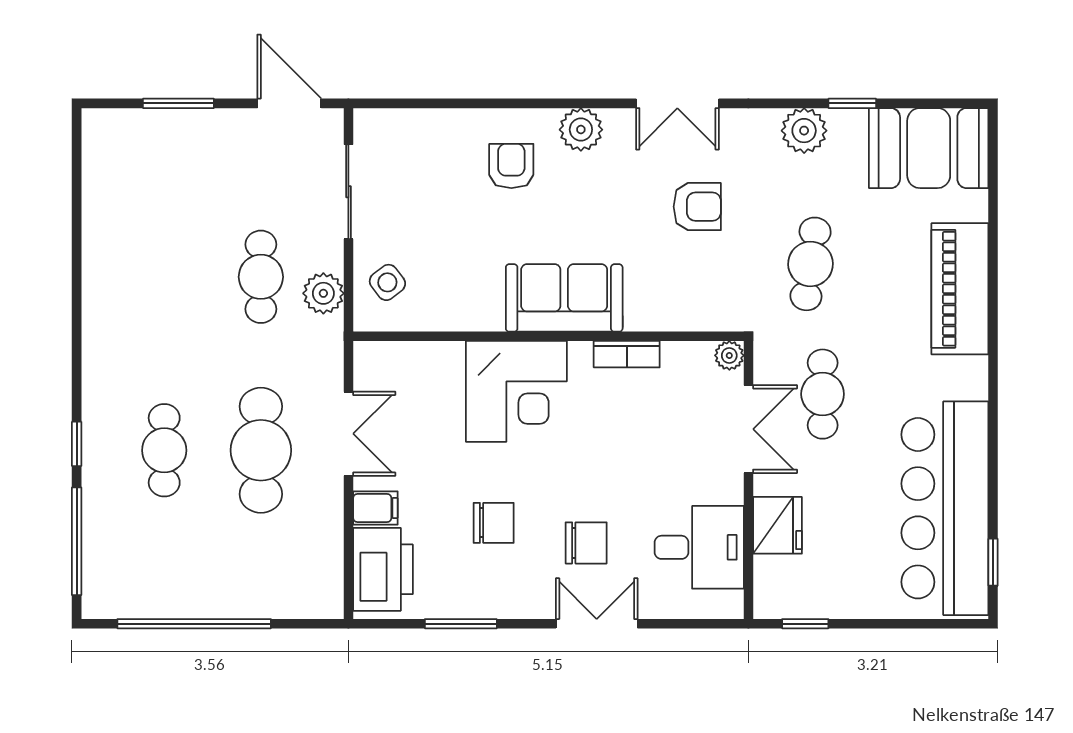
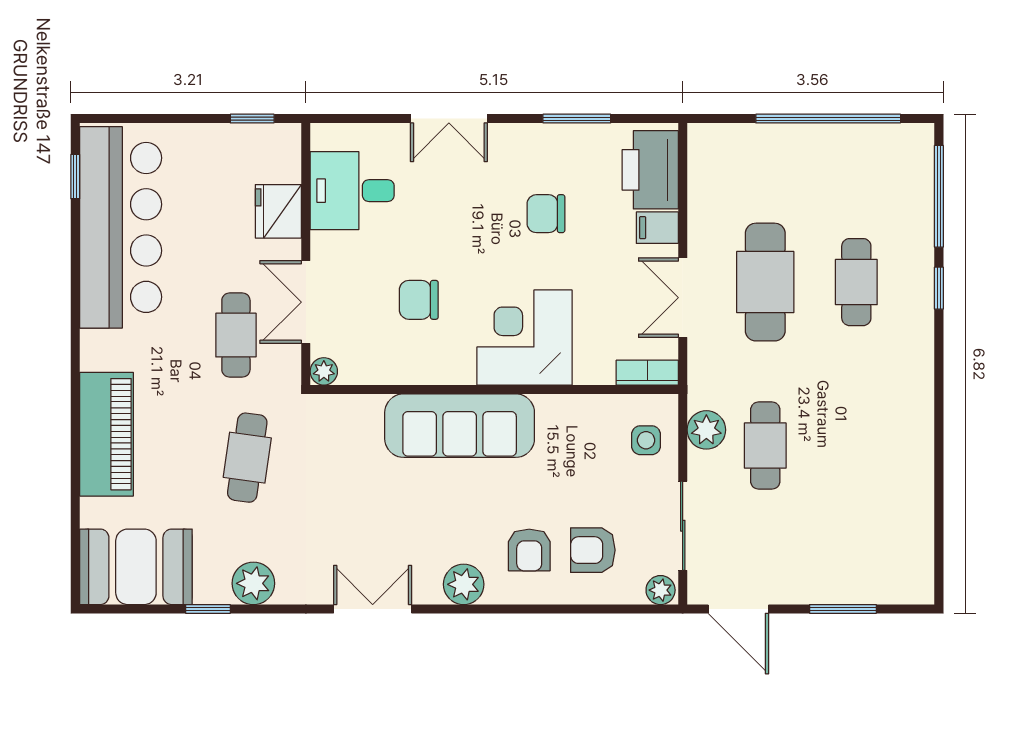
plant: (372, 123) -> (661, 590), added
armchair: (697, 207) -> (593, 550), moved
side table: (387, 282) -> (646, 440), turned 37
sofa: (564, 298) -> (460, 426), width x1.36
bookcase: (627, 354) -> (647, 373), moved
chair: (586, 543) -> (419, 300), moved

